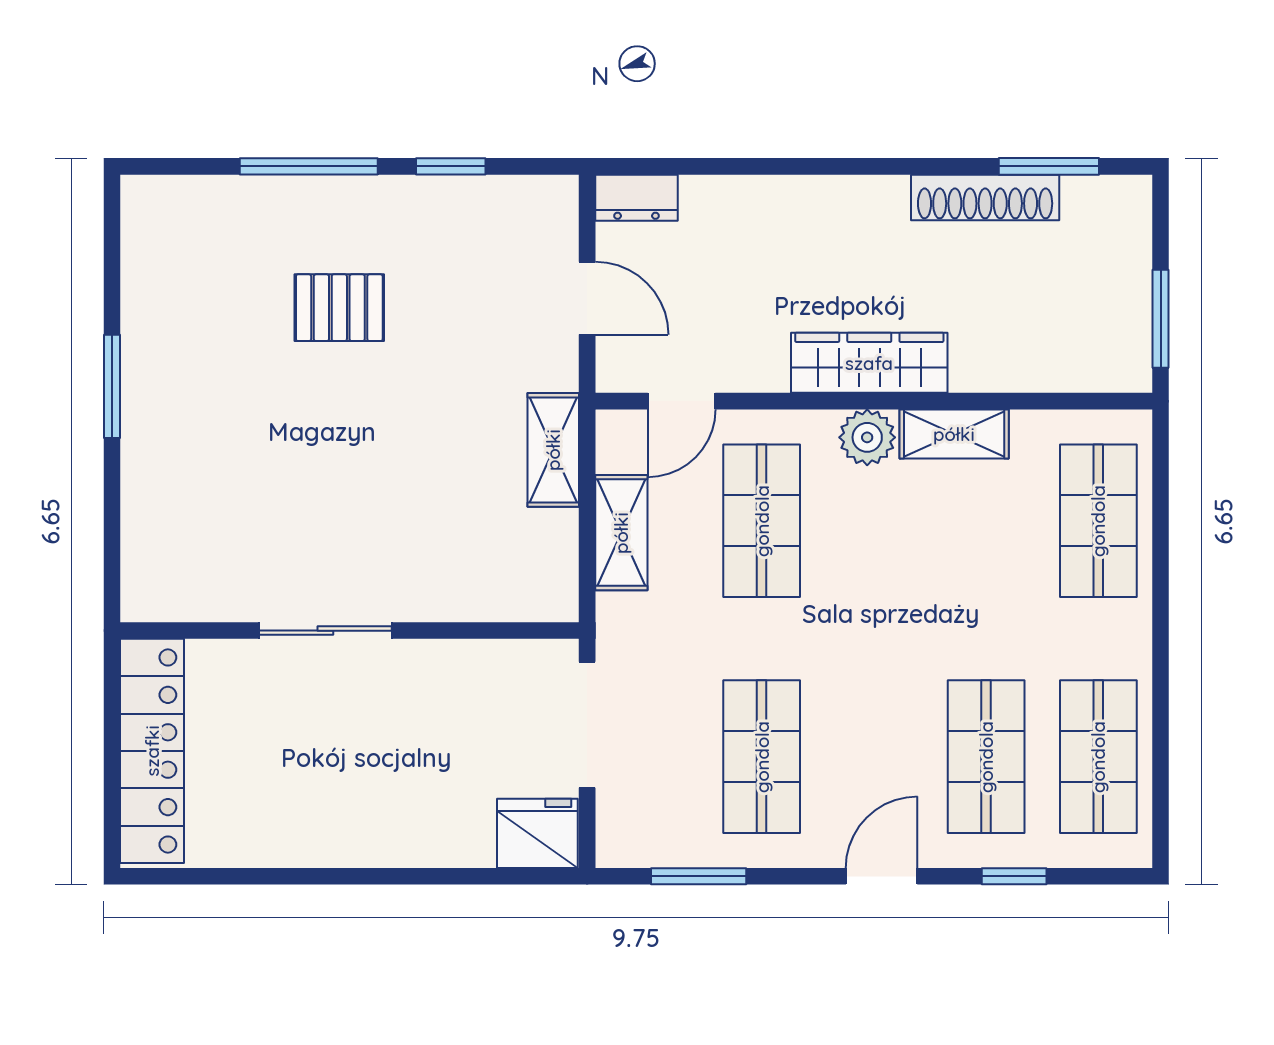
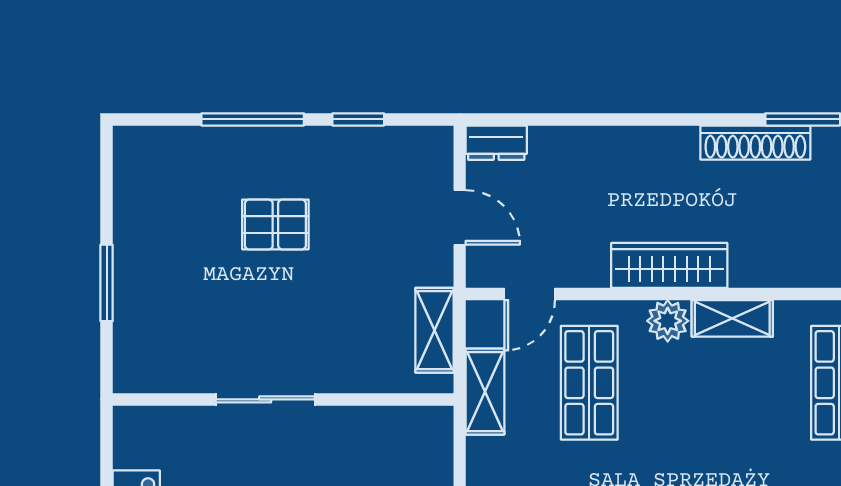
sliding door: (325, 631) -> (265, 399), moved
wall: (350, 631) -> (283, 399), moved

